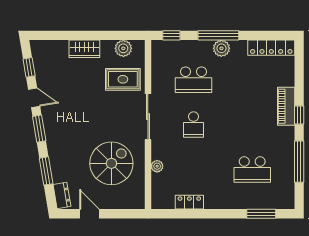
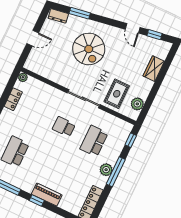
wardrobe: (84, 49) -> (154, 69), moved
door: (34, 98) -> (133, 28), hinge flipped
window: (39, 129) -> (110, 22), removed
spiral stairs: (111, 163) -> (89, 49), moved
plant: (157, 166) -> (23, 77), moved
door: (89, 214) -> (33, 38), moved

